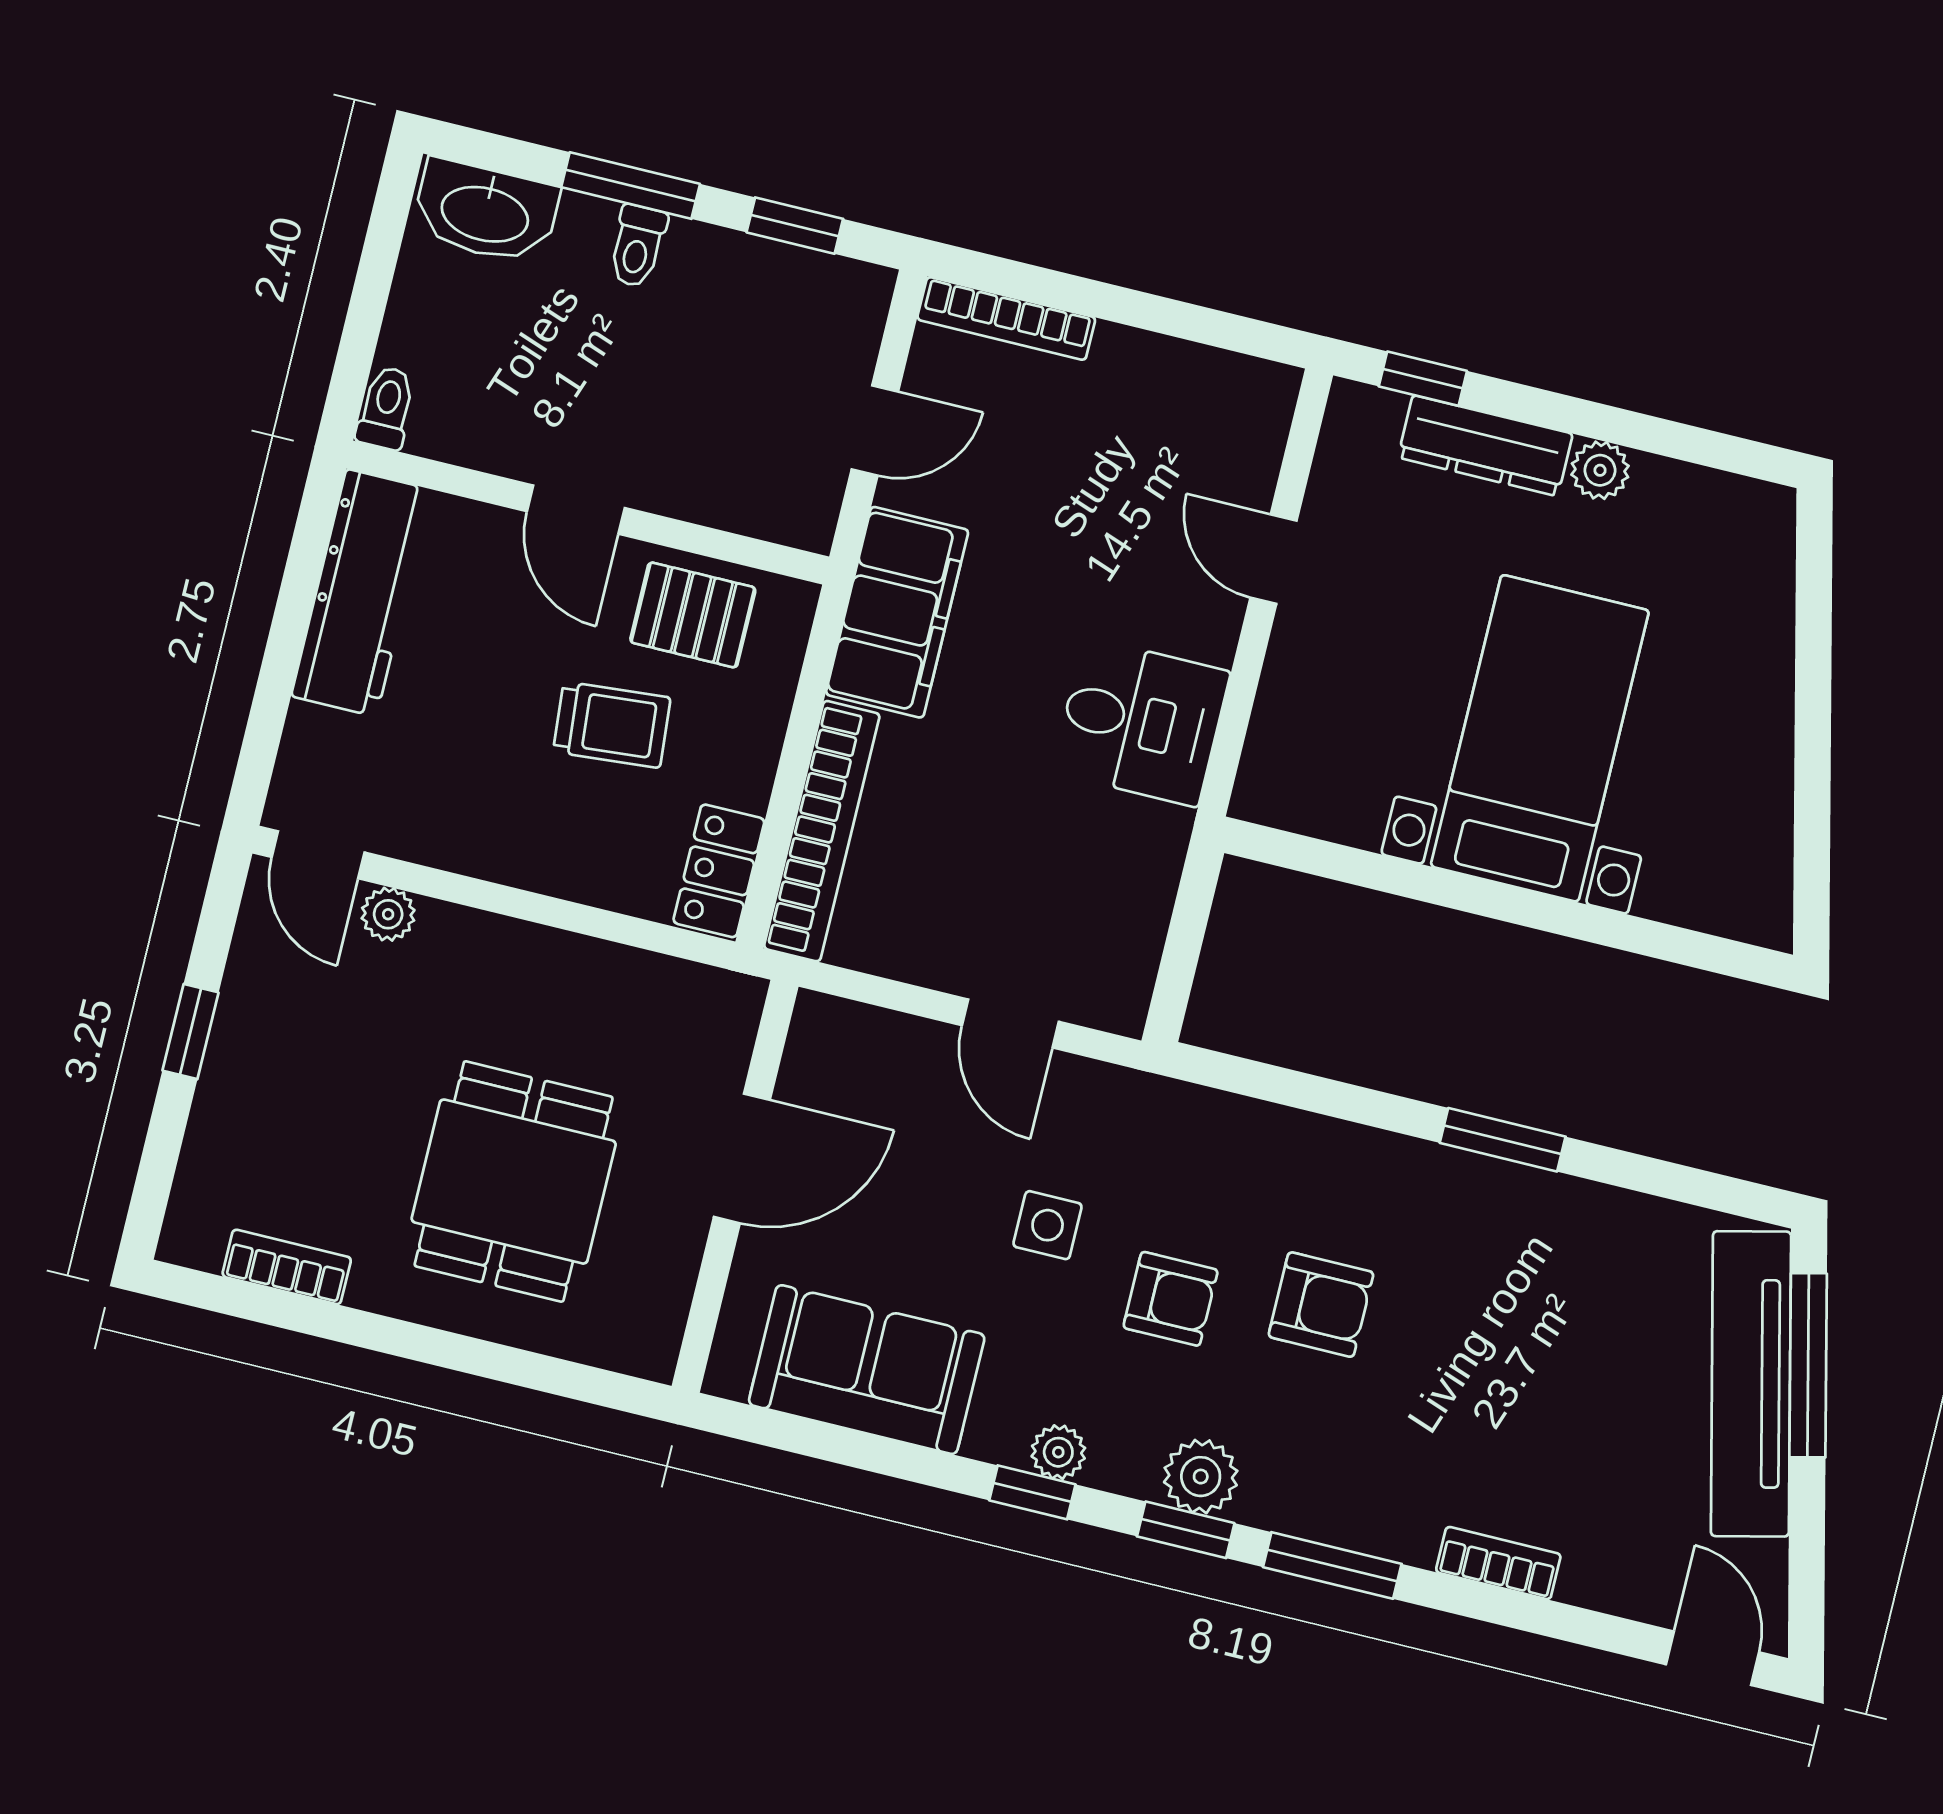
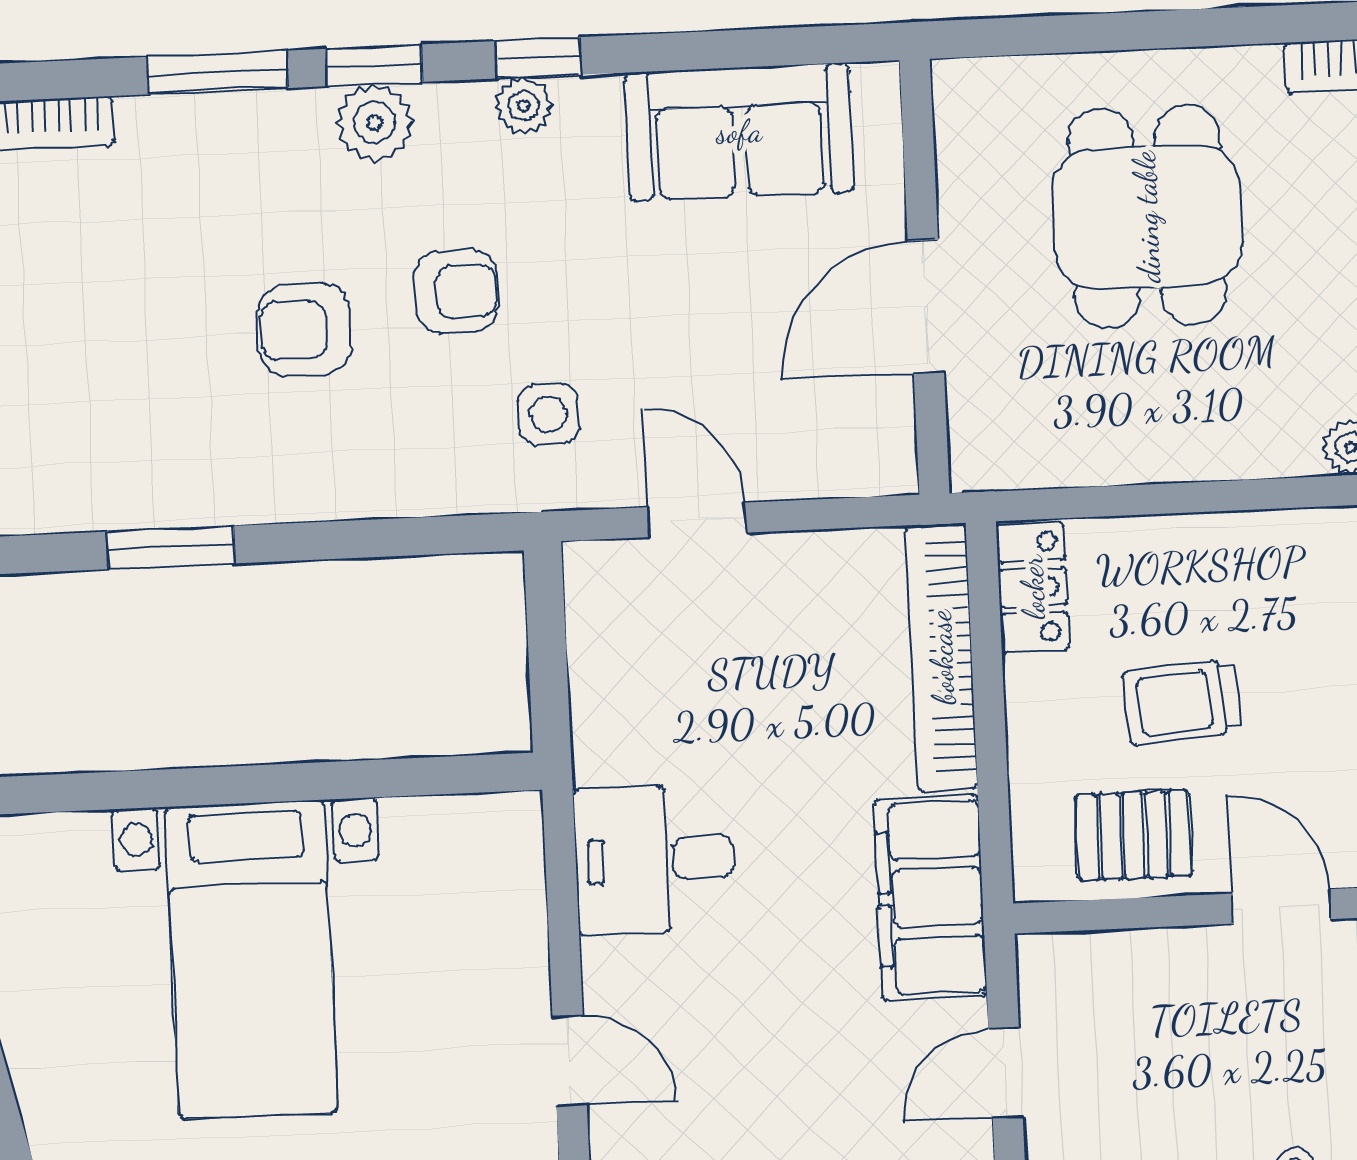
side table: (1048, 1225) -> (549, 414), moved
armchair: (1171, 1299) -> (457, 292), turned 180

